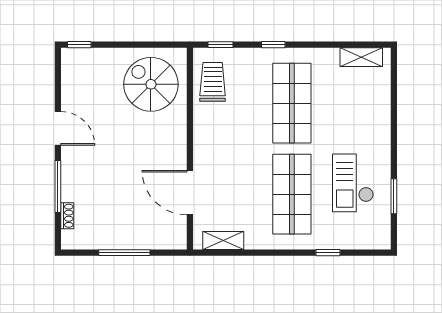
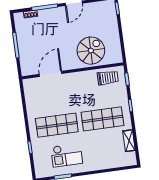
shelving: (361, 57) -> (129, 141), moved
spiral stairs: (151, 84) -> (91, 51), moved
checkout: (353, 183) -> (67, 155), turned 180
shelving: (223, 240) -> (29, 94), removed

